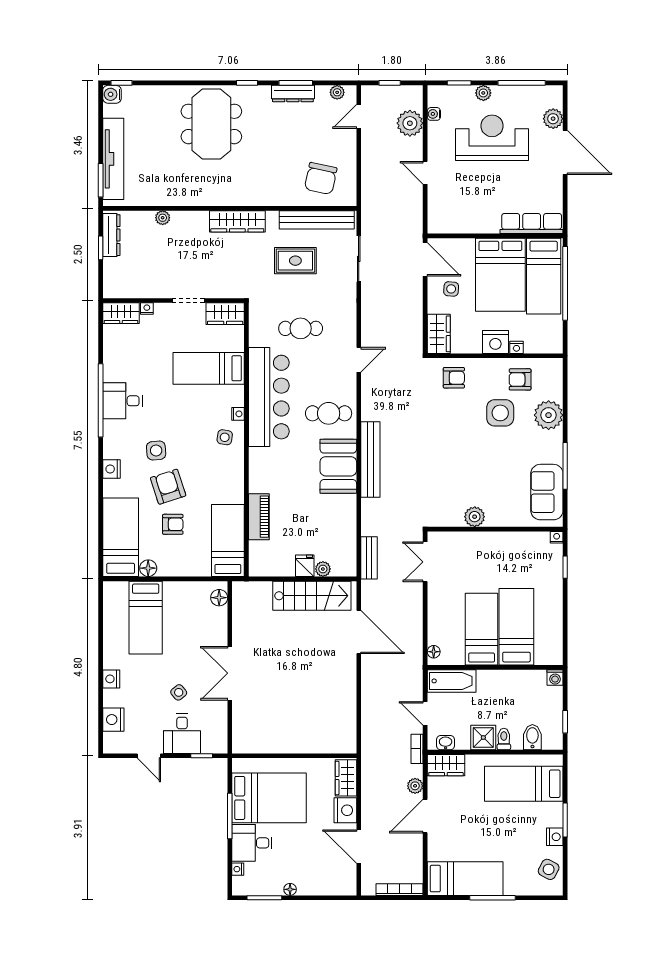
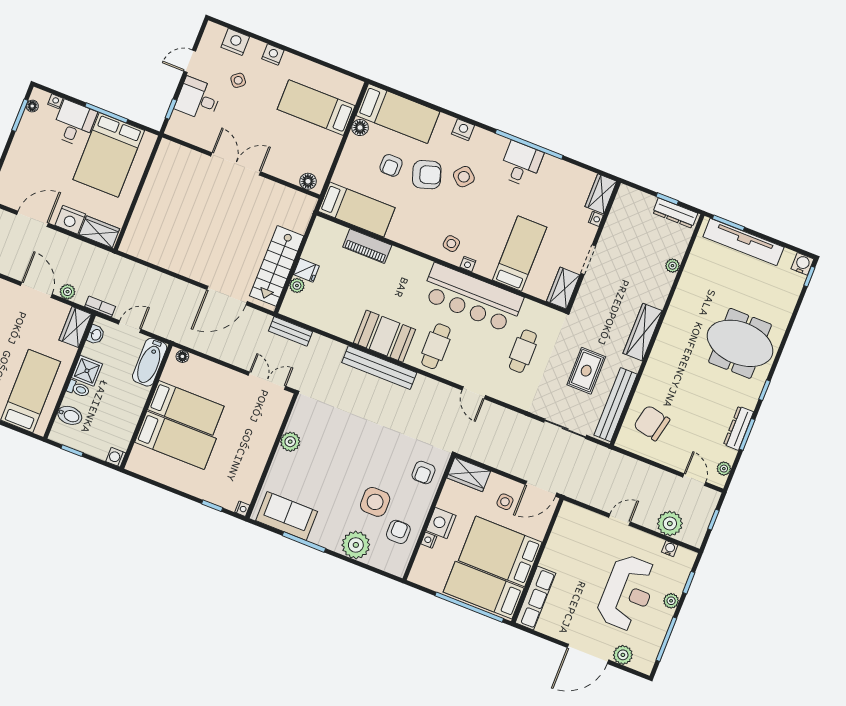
side table: (156, 451) -> (464, 177), turned 45
side table: (179, 692) -> (238, 80), moved
floor lamp: (290, 889) -> (32, 106), moved

